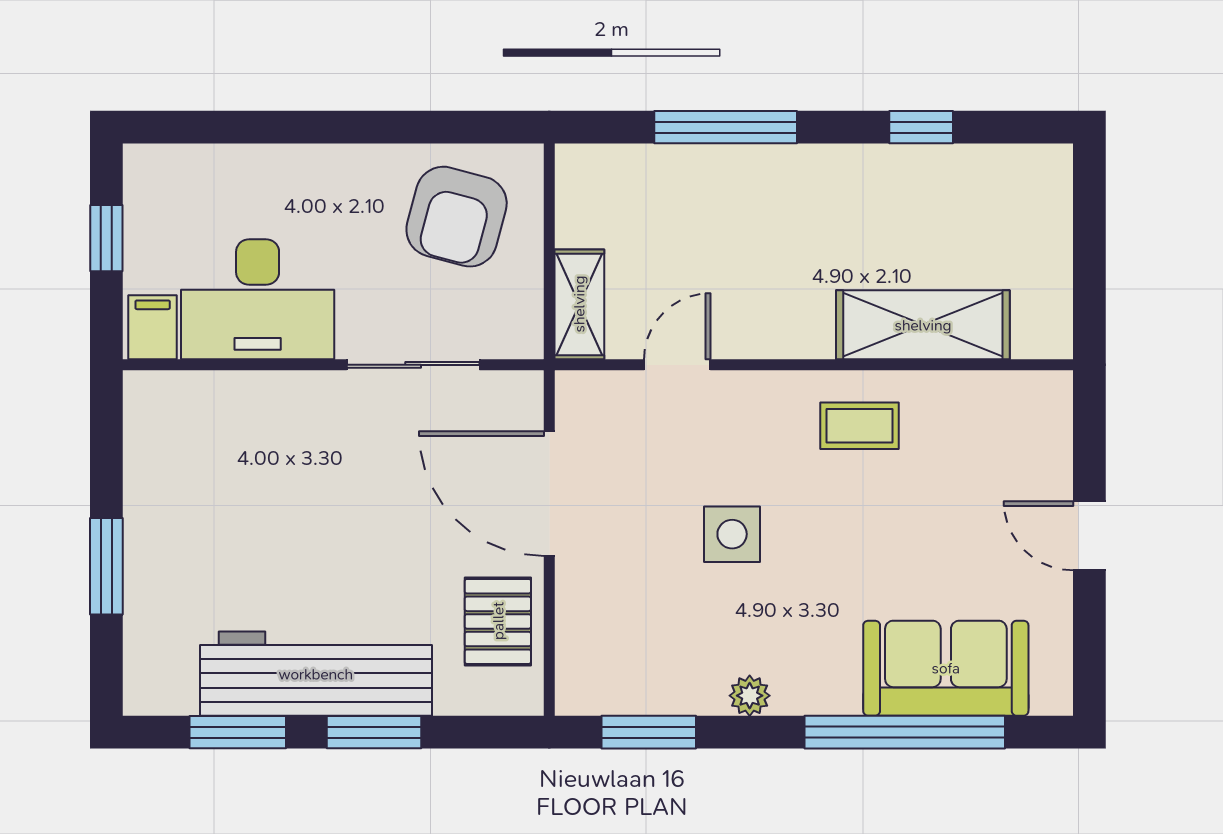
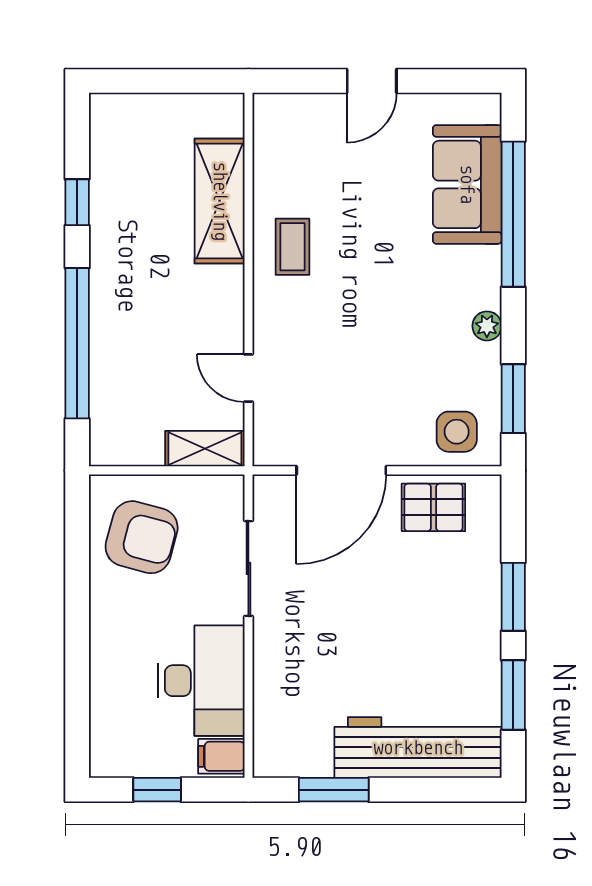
window: (726, 127) -> (77, 343), width x1.46
side table: (732, 534) -> (457, 432), moved
window: (106, 566) -> (334, 790), moved
workbench: (316, 674) -> (418, 748), moved, turned 90

